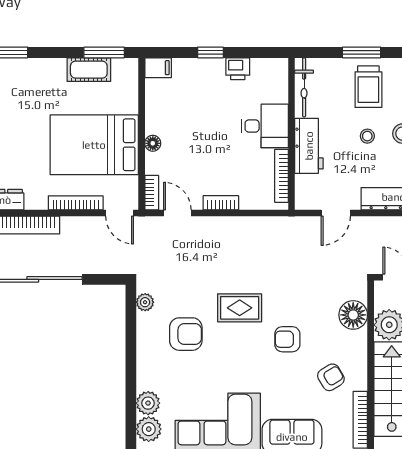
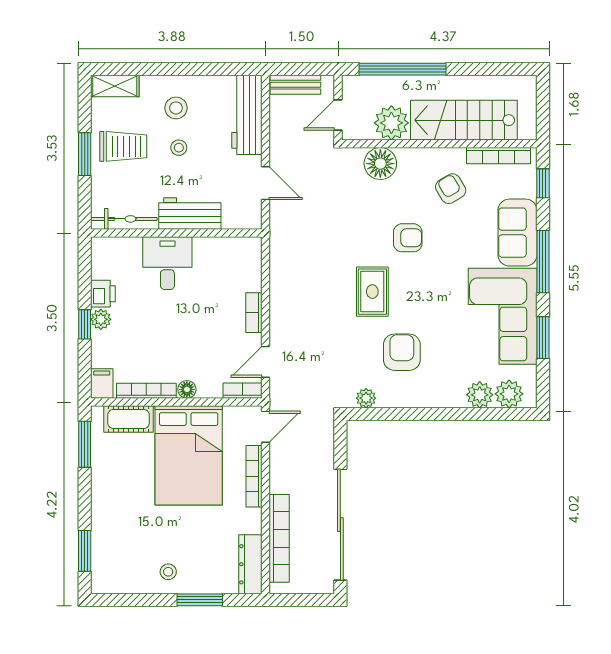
plant: (215, 67) -> (101, 319), added
cot: (89, 70) -> (129, 419), moved, turned 90
bookcase: (281, 176) -> (146, 391), moved, turned 180
armchair: (287, 339) -> (408, 238), turned -90

